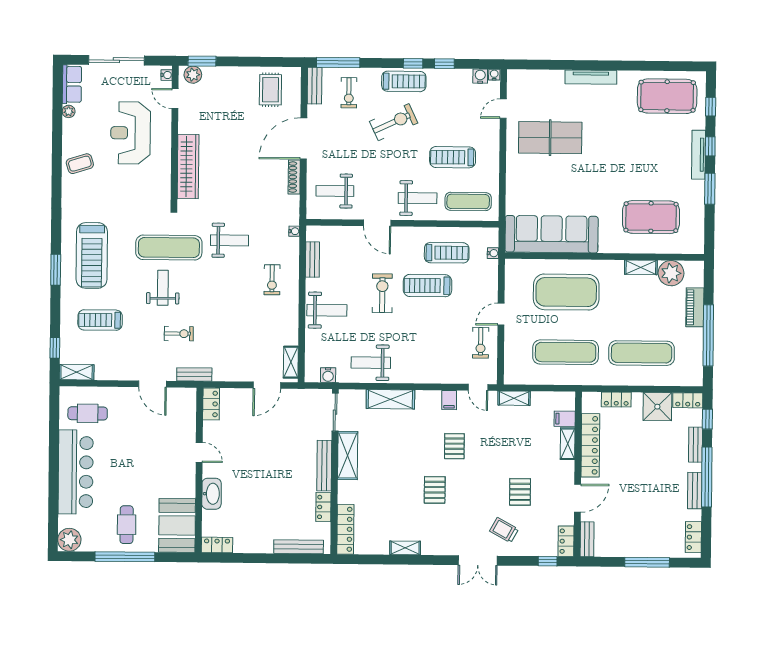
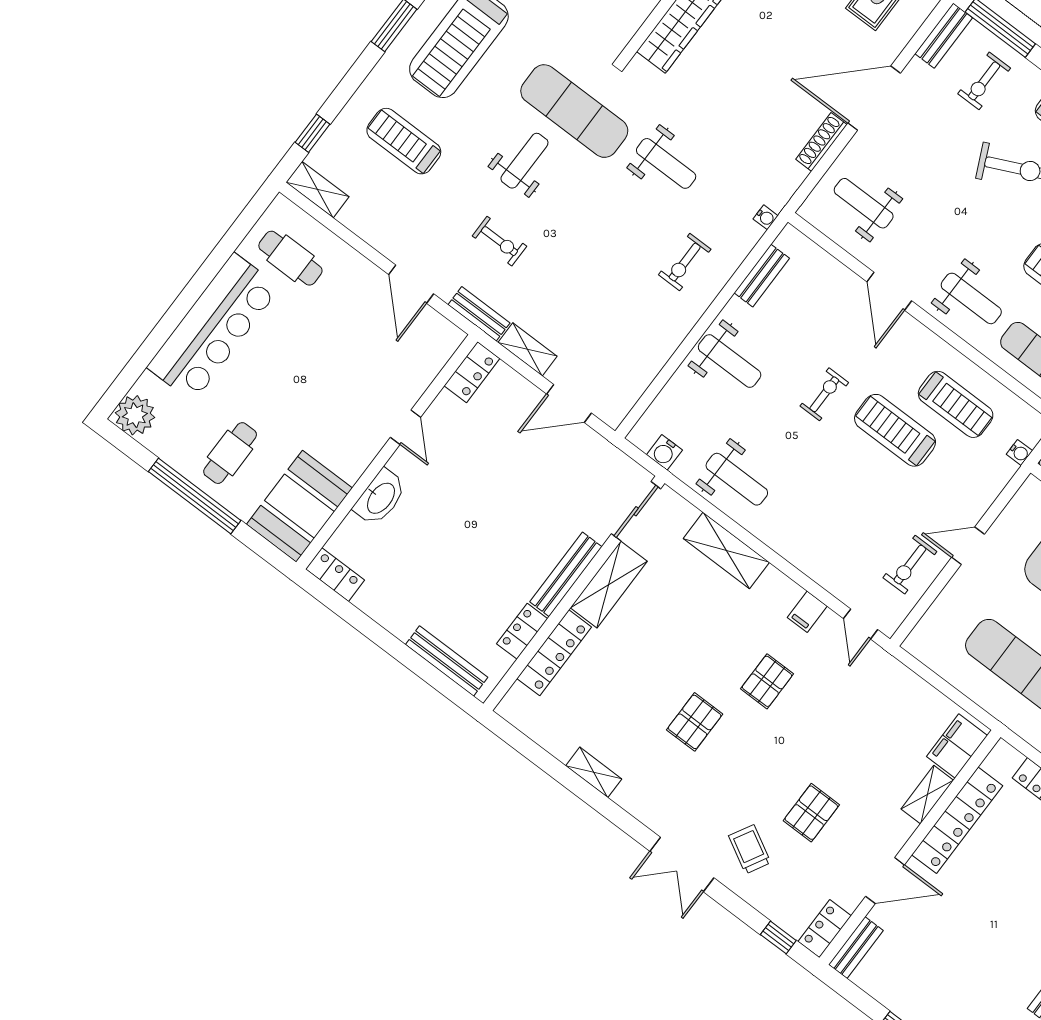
exercise bike: (382, 293) -> (824, 394), width x0.73, depth x0.72
shelving: (291, 362) -> (528, 349), moved, turned 90
weight bench: (371, 363) -> (737, 479), turned 180
shelving: (514, 398) -> (900, 676), removed
filing cabinet: (565, 419) -> (957, 746), width x2.00
locker: (345, 529) -> (554, 653), moved

